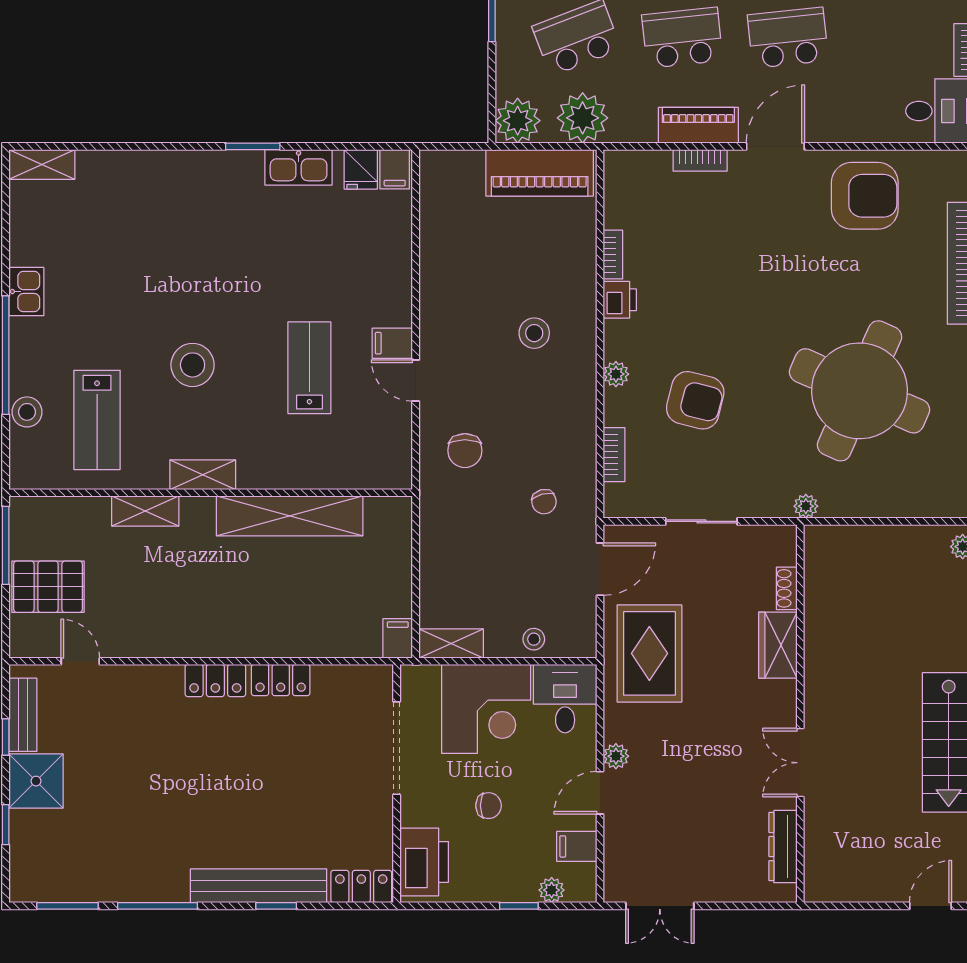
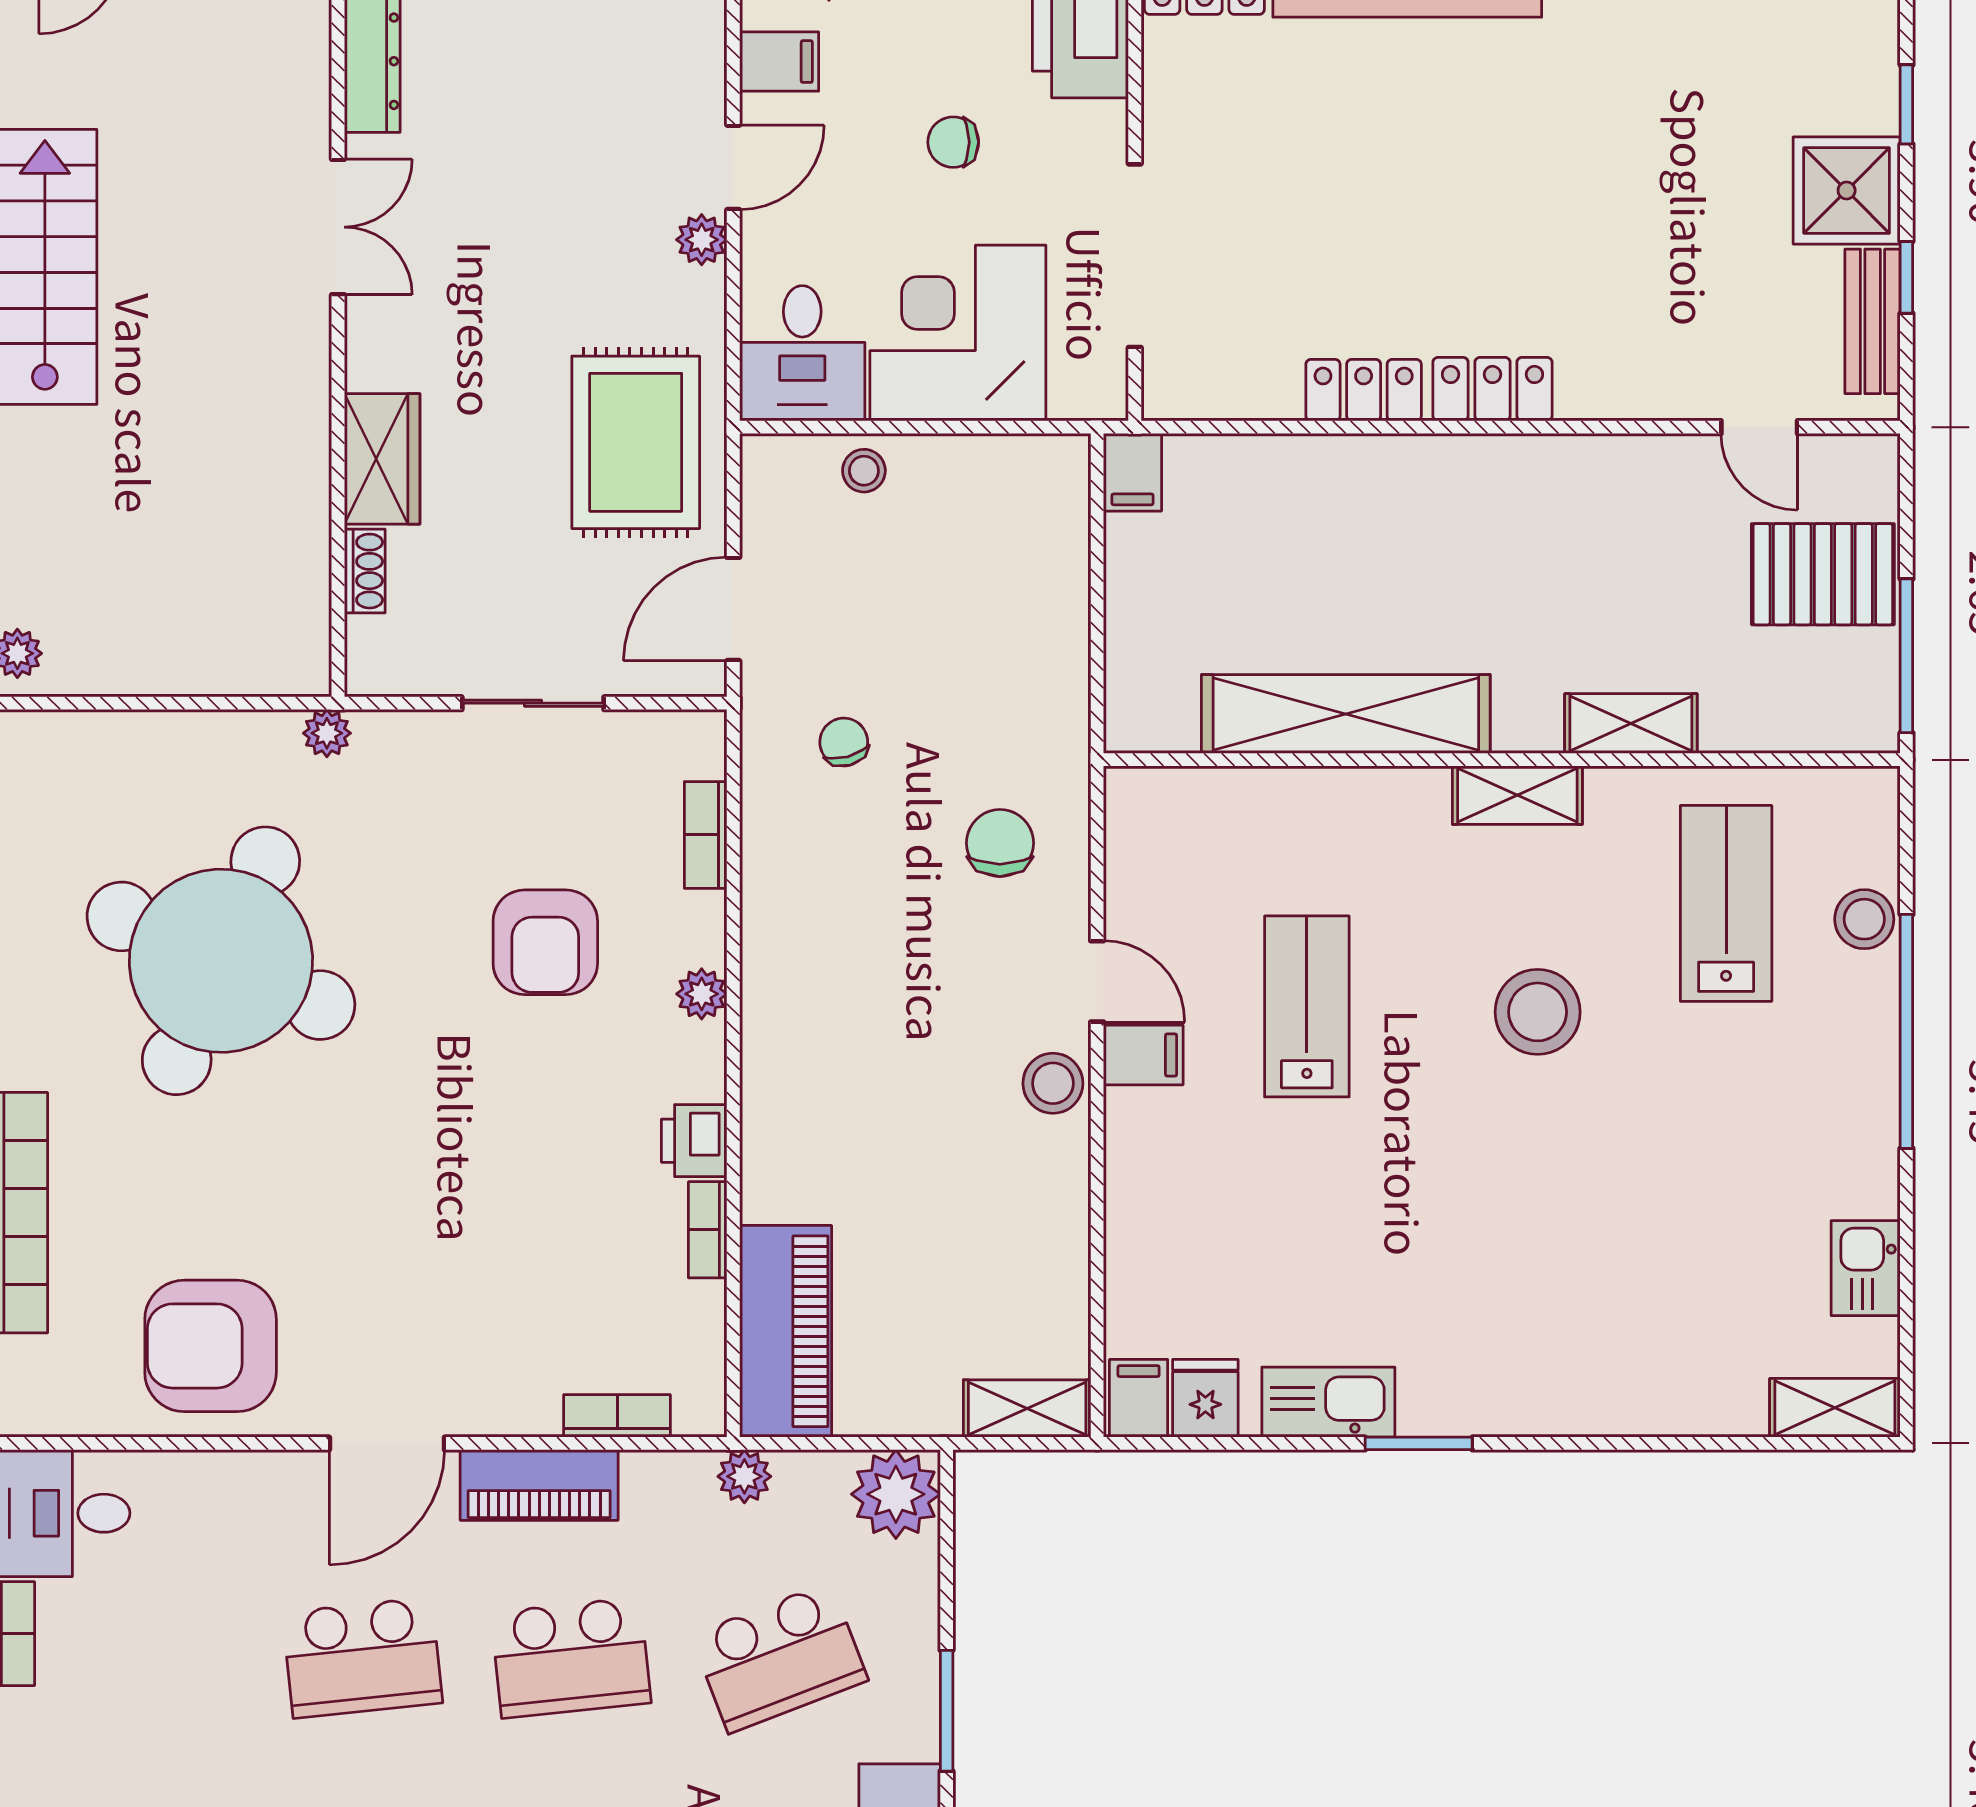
plant: (583, 118) -> (744, 1476), width x0.53, depth x0.53
bookcase: (700, 160) -> (617, 1416), moved
piano: (540, 173) -> (786, 1331), moved, turned 90
kitchen sink: (26, 292) -> (1866, 1268), moved
stool: (534, 333) -> (1053, 1083), moved
lab bench: (309, 368) -> (1307, 1006), turned 180
armchair: (695, 400) -> (545, 942), turned -104
shelving: (451, 643) -> (1027, 1408), moved

